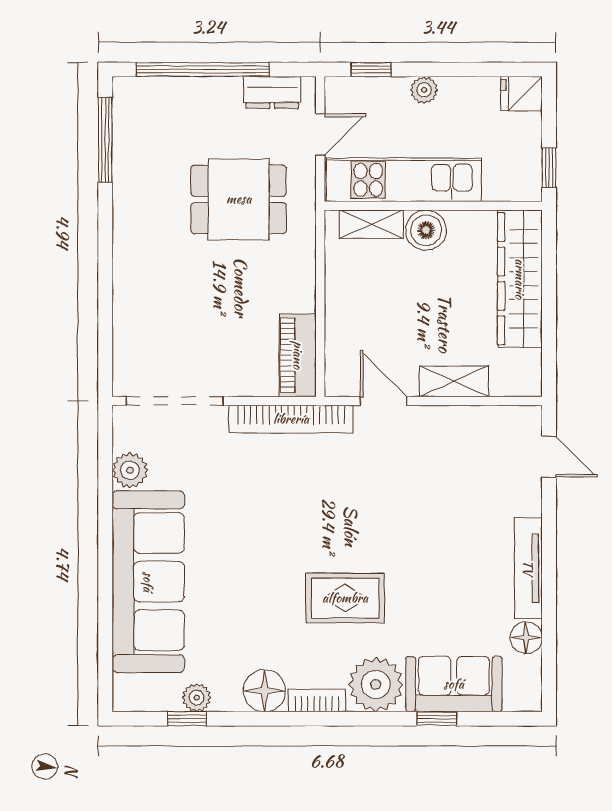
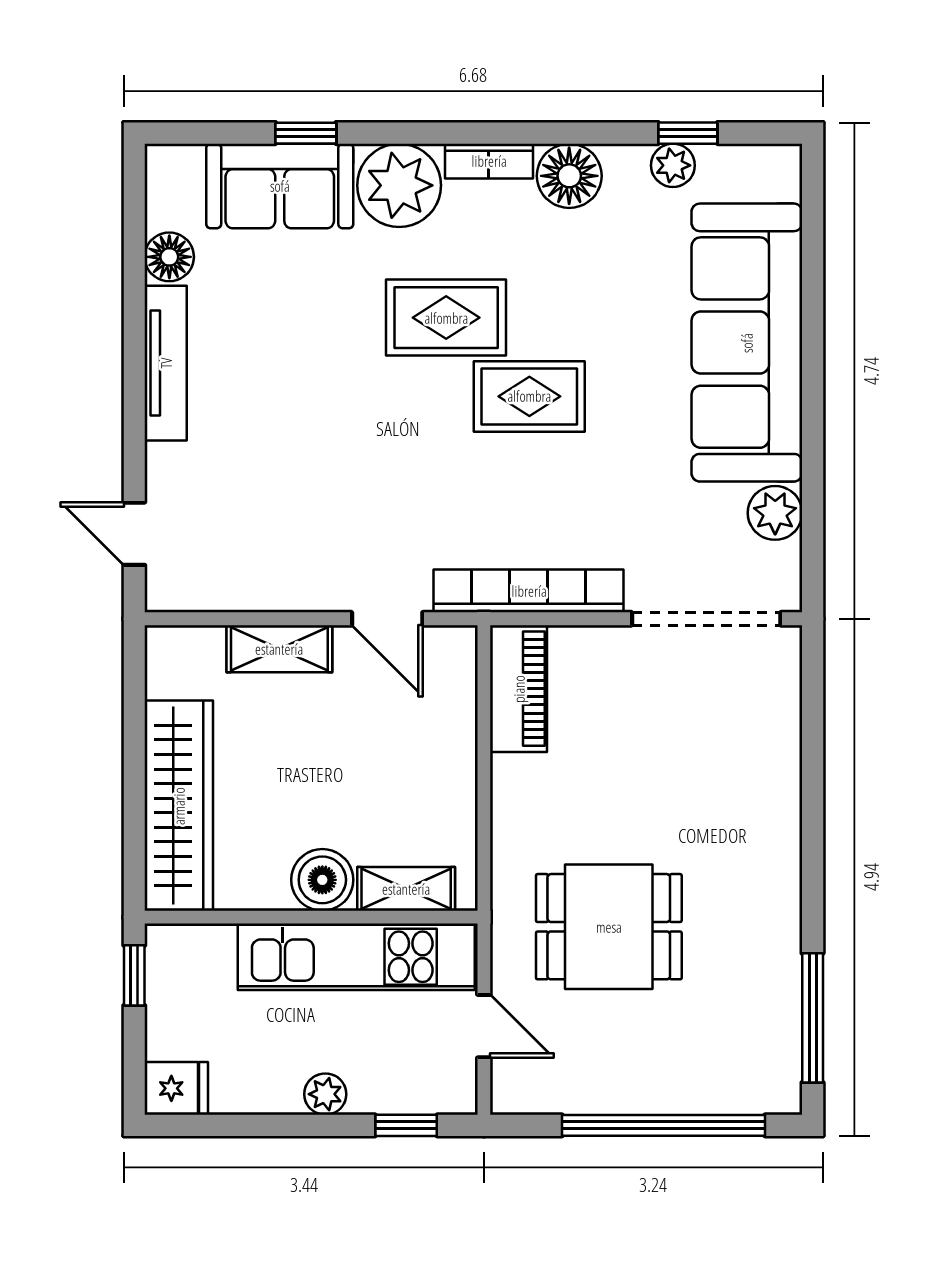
dresser: (272, 92) -> (557, 1090), removed
door: (320, 134) -> (484, 1026), swing flipped
rug: (291, 546) -> (529, 396), added

